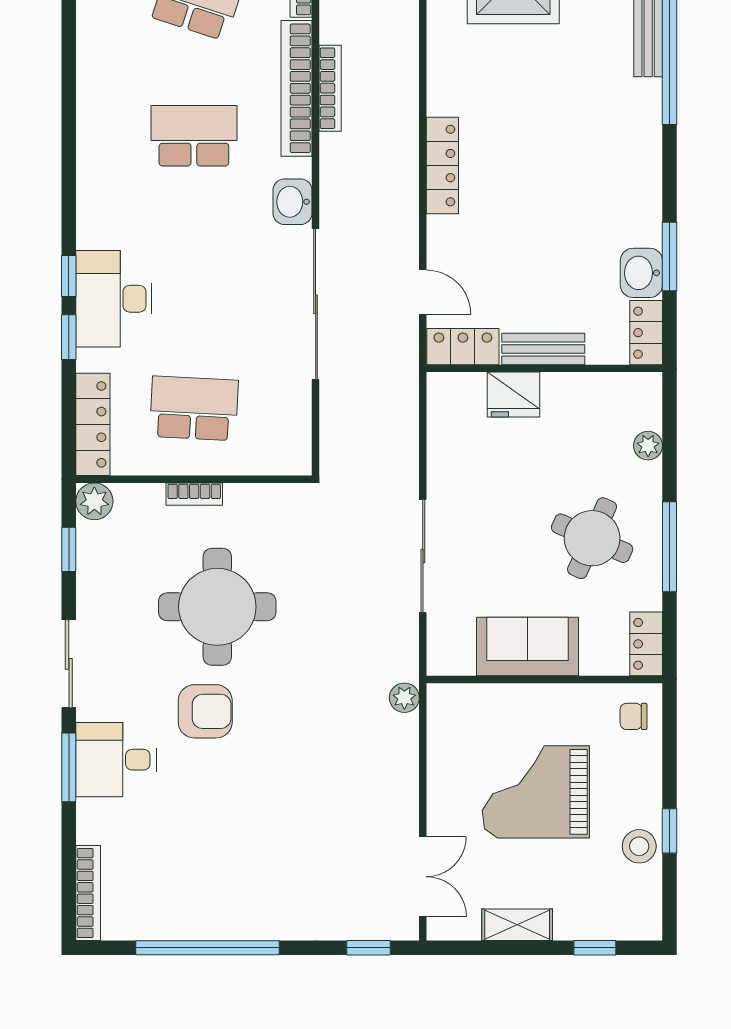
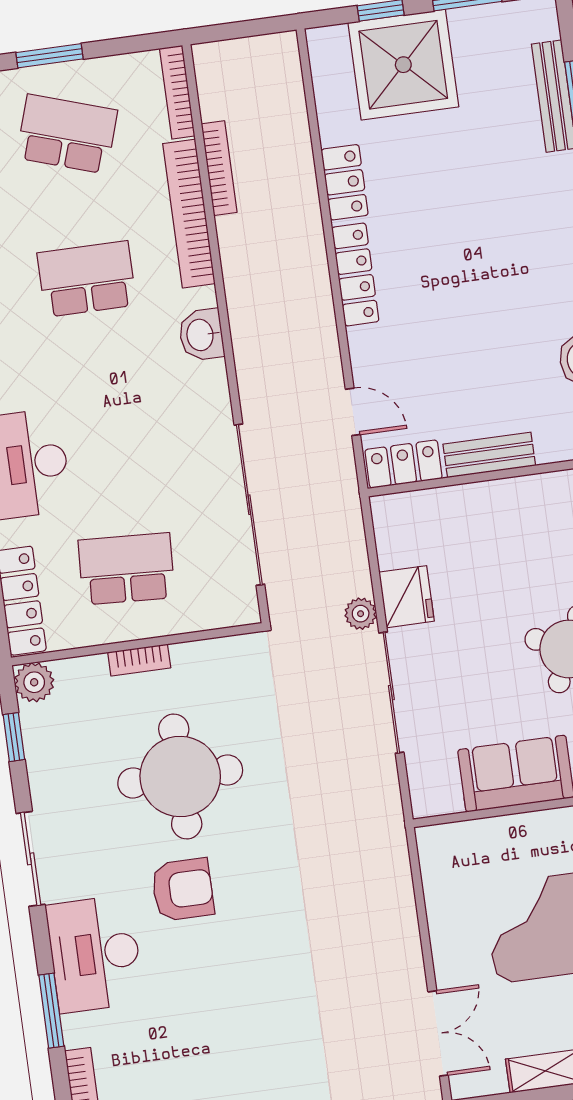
locker: (444, 79) -> (345, 182), added
bookcase: (330, 88) -> (219, 168), moved
sliding door: (316, 304) -> (249, 505), moved
fridge: (514, 395) -> (407, 597), moved, turned -90
plant: (404, 698) -> (361, 614), moved
desk: (116, 760) -> (95, 954), width x1.37
window: (69, 767) -> (51, 1011), moved

